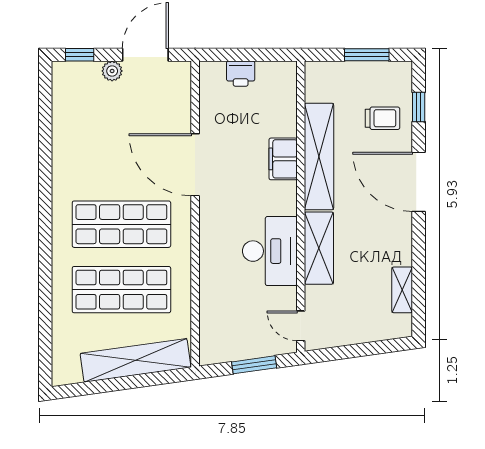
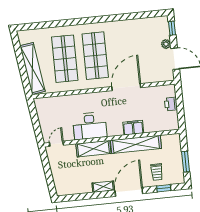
shelving: (402, 290) -> (103, 187), moved
window: (254, 365) -> (36, 124), removed

